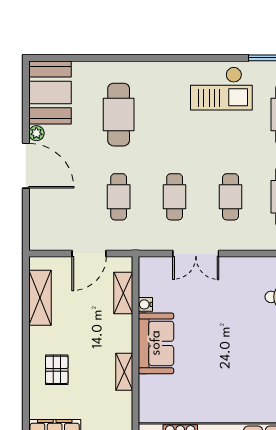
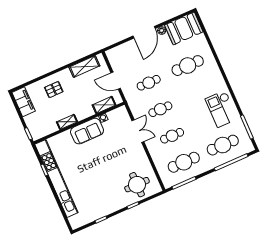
double door: (196, 253) -> (138, 131), swing flipped

